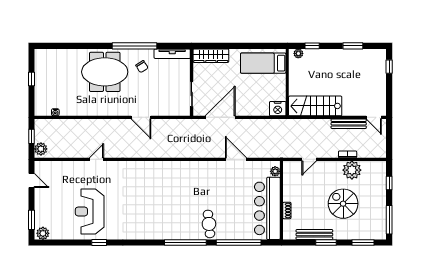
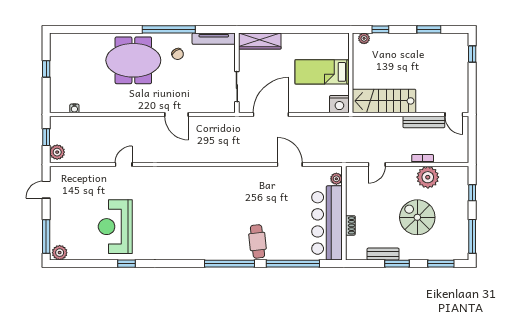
bed: (263, 63) -> (322, 72), moved
door: (32, 180) -> (46, 190), swing flipped
window: (32, 220) -> (46, 237), width x1.44
bench: (314, 235) -> (383, 254), width x0.73

